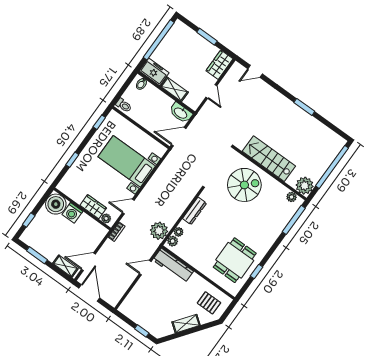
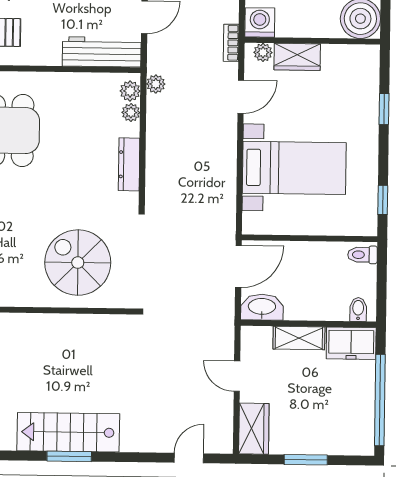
stairs: (269, 159) -> (68, 432), moved, turned 180
spiral stairs: (244, 185) -> (78, 263), turned 90
washing machine: (72, 213) -> (260, 22), moved
plant: (159, 231) -> (156, 84), width x0.53, depth x0.53

